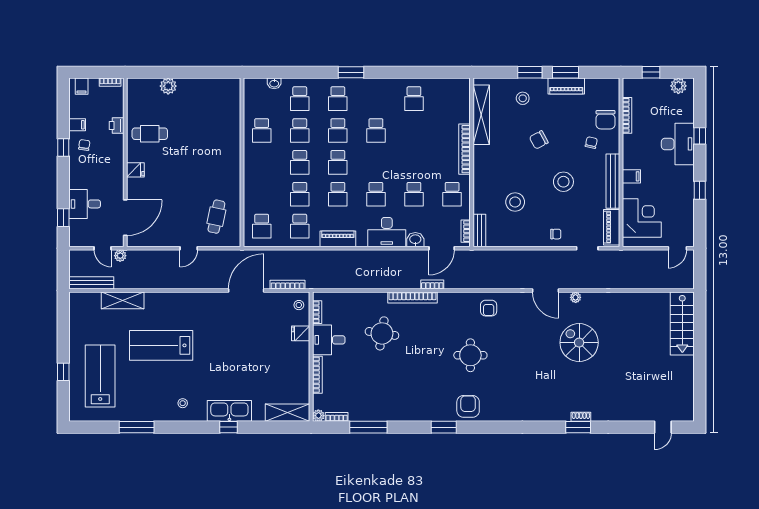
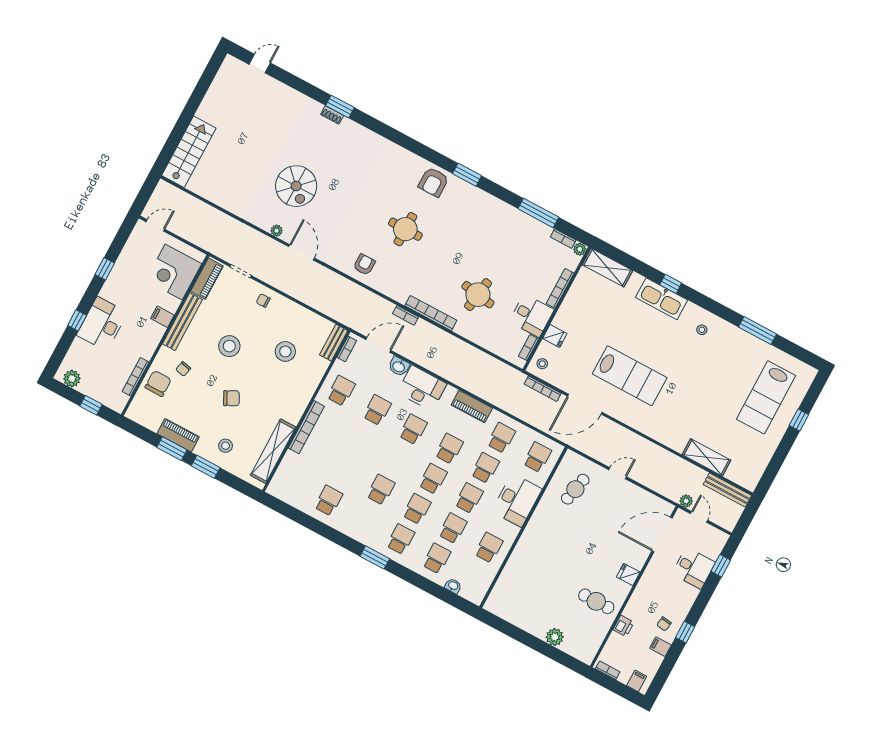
desk: (260, 182) -> (517, 500), added
lab bench: (161, 345) -> (630, 376), moved

